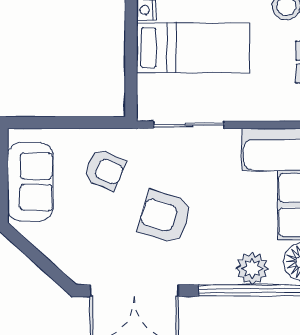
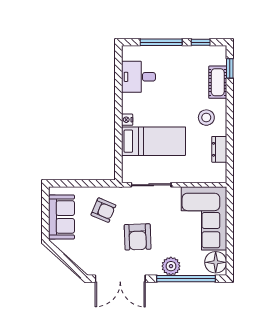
armchair: (165, 217) -> (138, 237), turned -109
plant: (252, 269) -> (171, 266), moved

